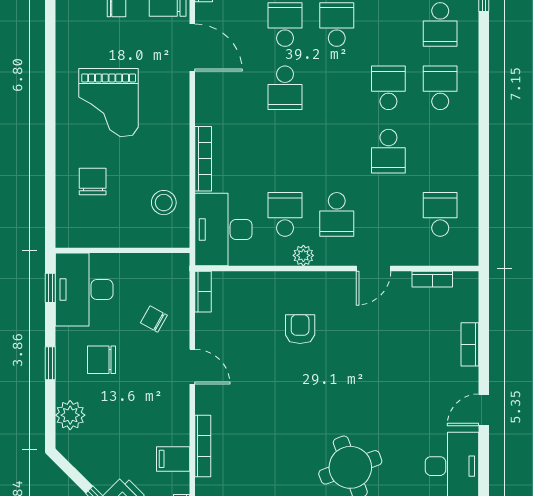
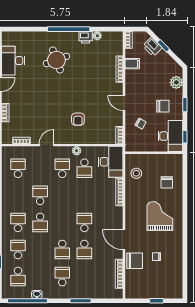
school desk: (440, 88) -> (18, 222), turned 180
school desk: (440, 214) -> (18, 168), turned 180

